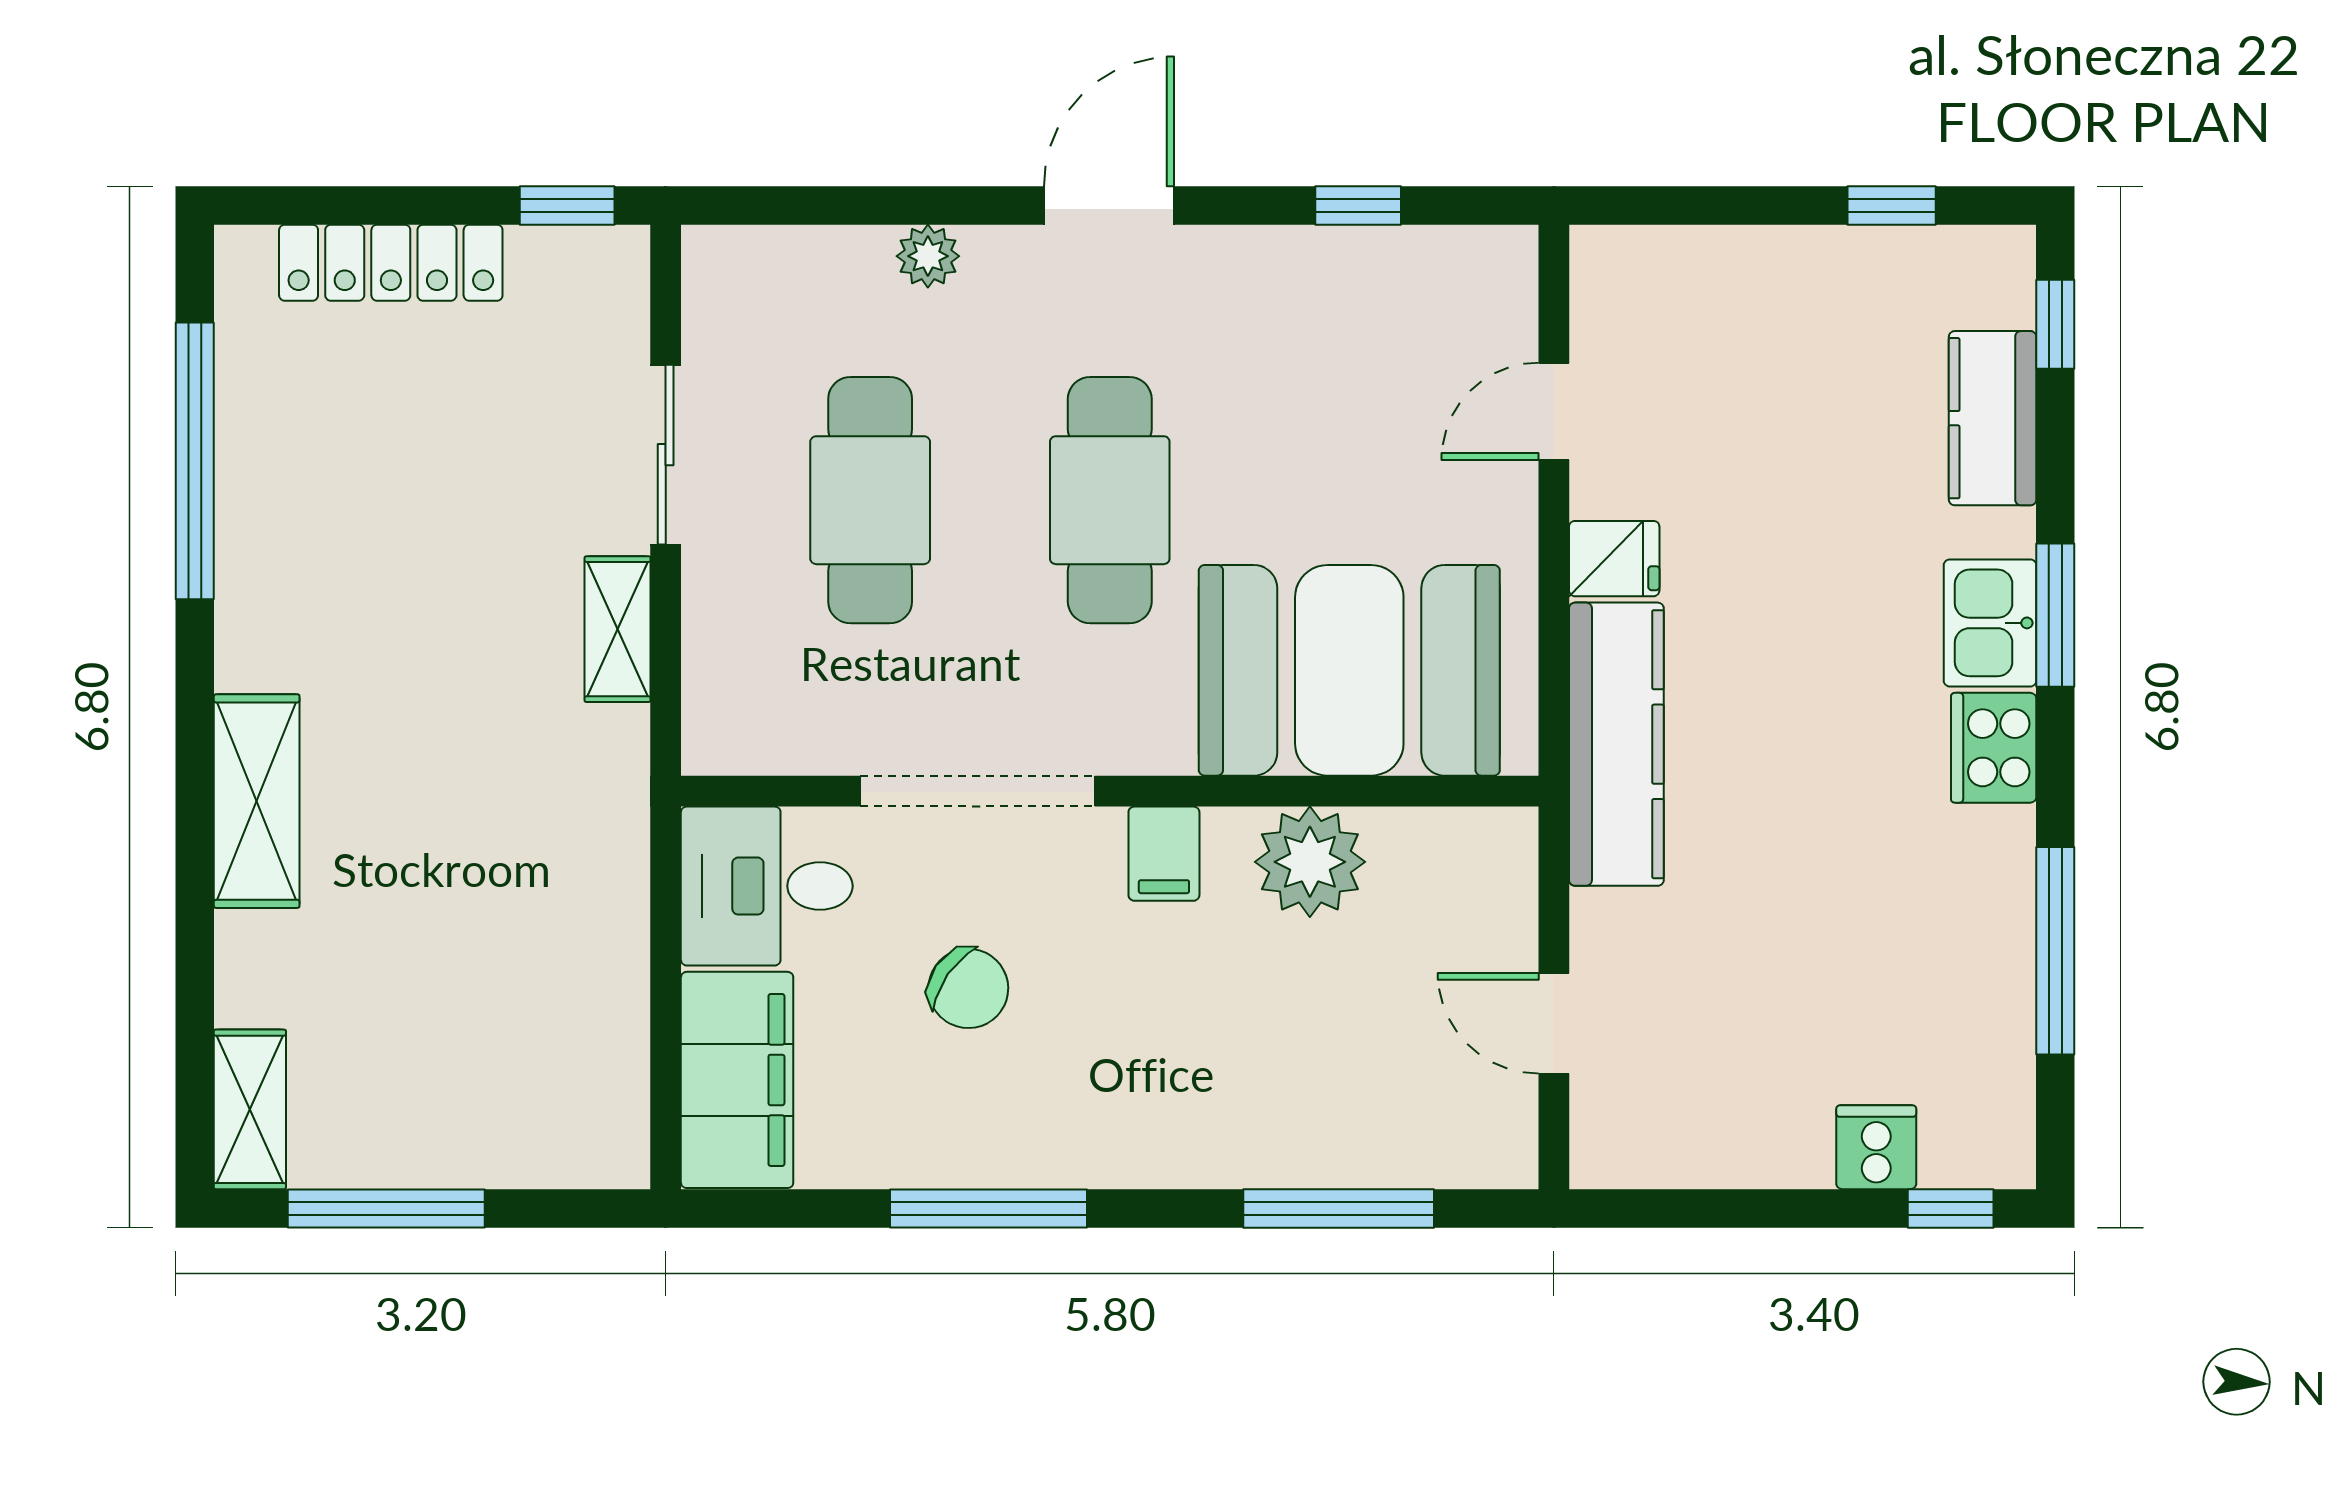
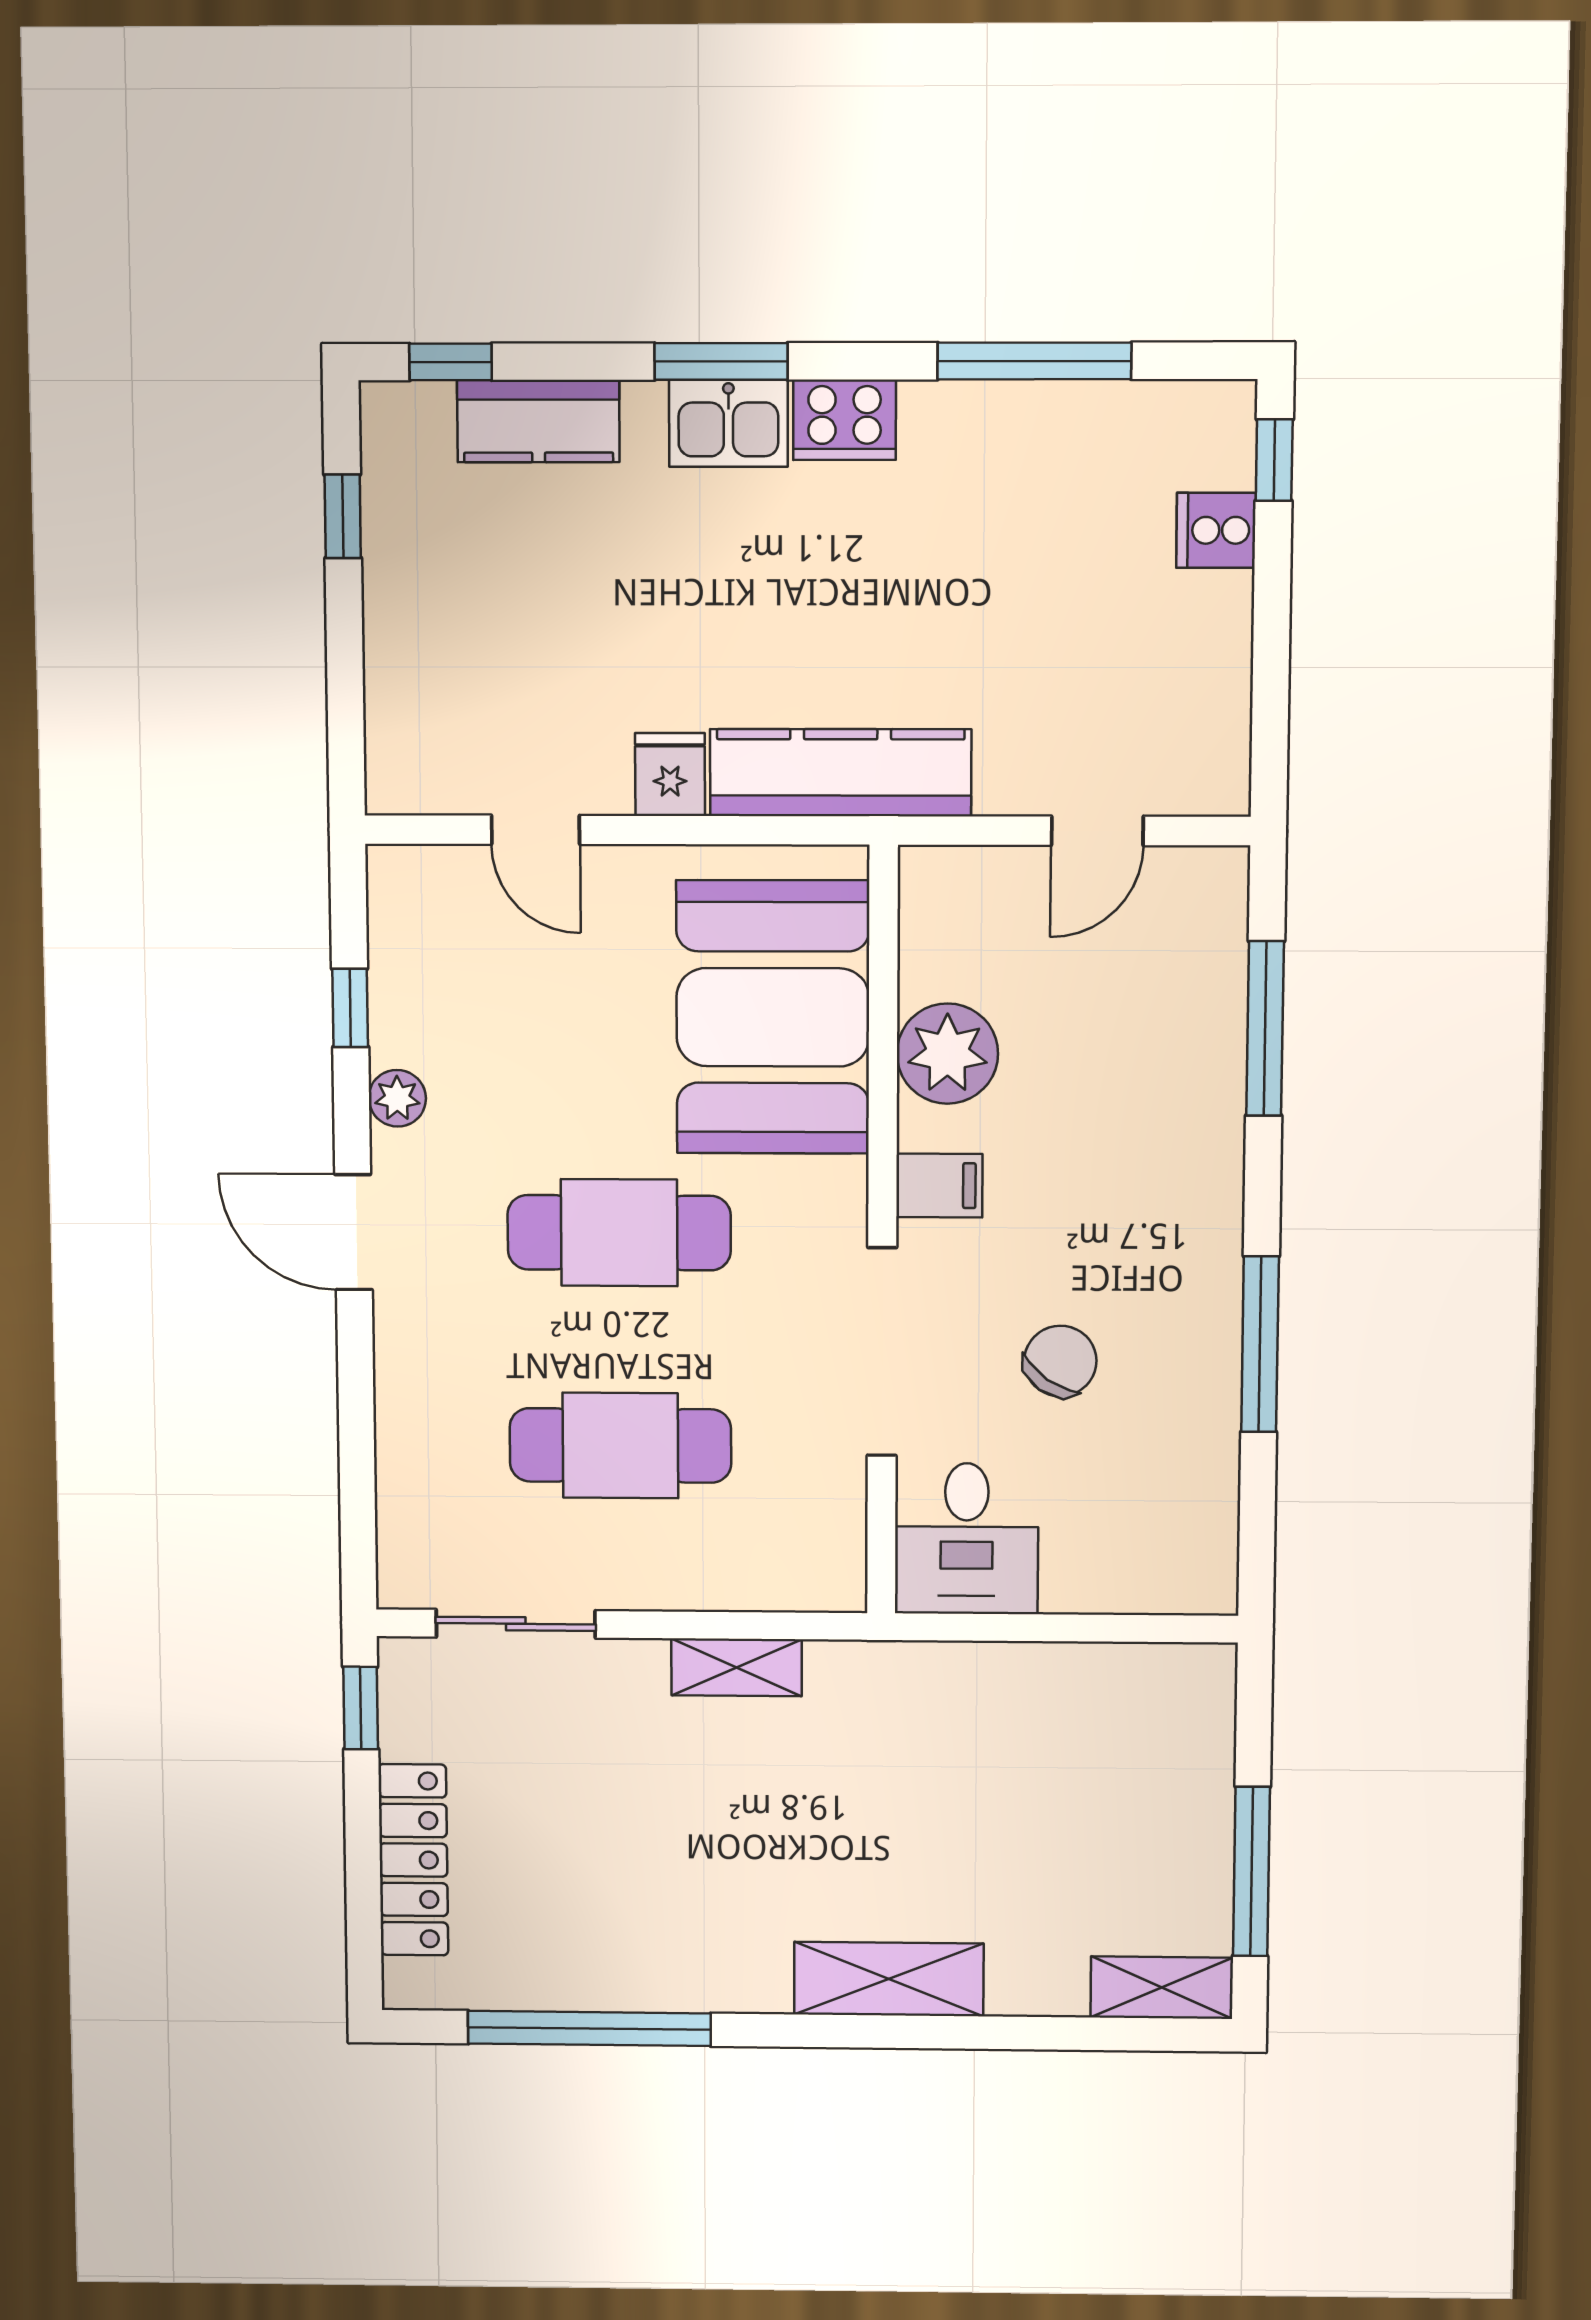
plant: (928, 256) -> (397, 1098), moved
sliding door: (666, 455) -> (516, 1624), moved
filing cabinet: (737, 1080) -> (1141, 1566), removed

